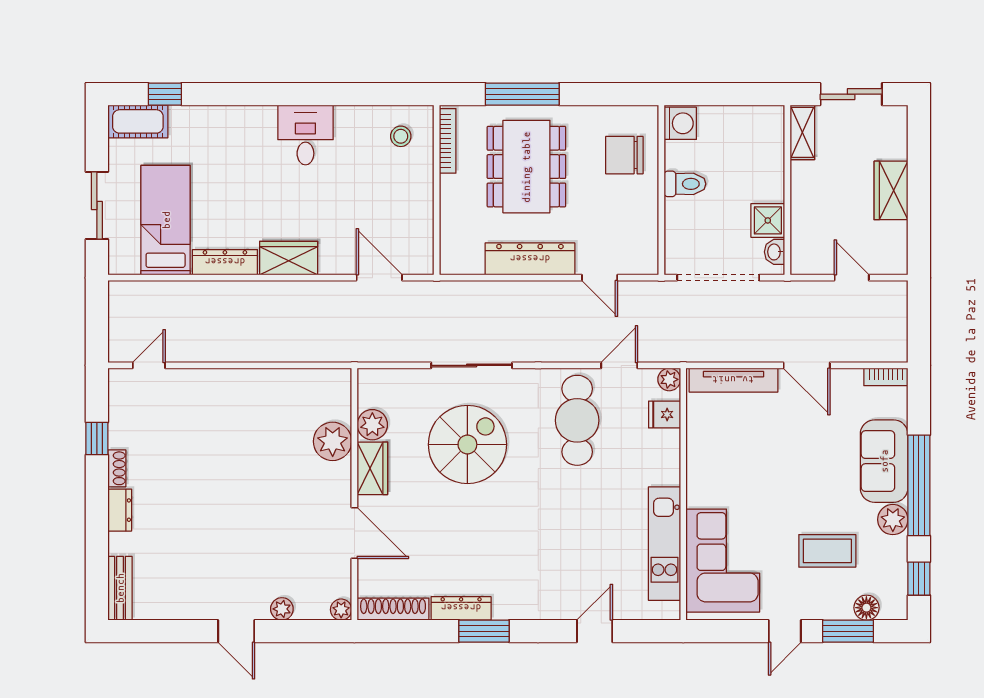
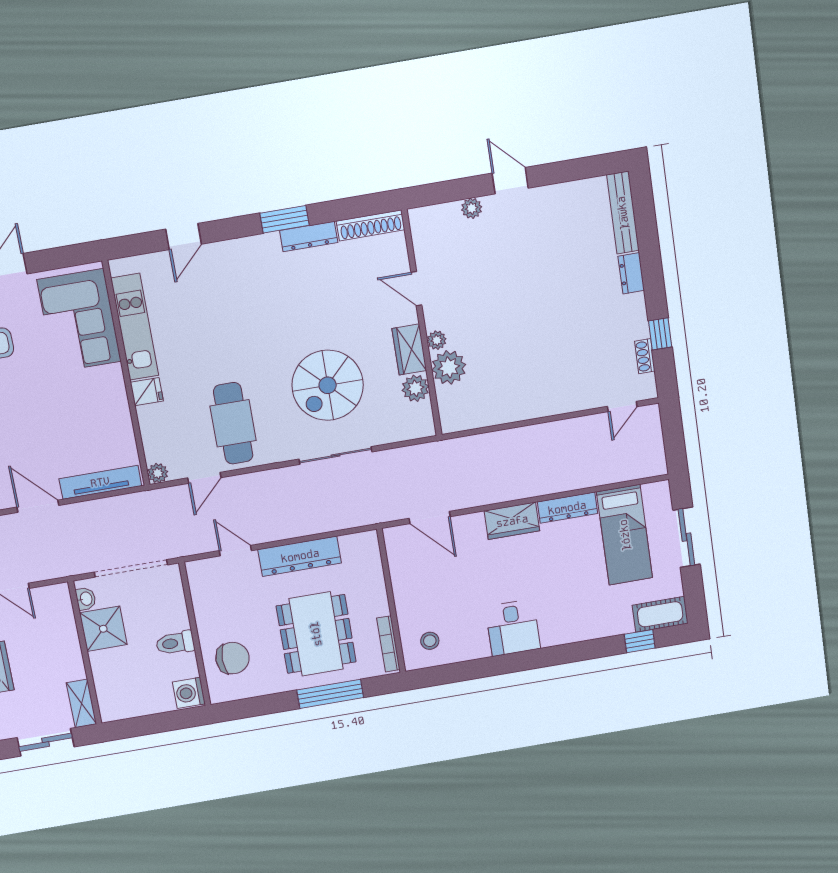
shower: (768, 220) -> (103, 629), width x1.36, depth x1.36
fridge: (665, 414) -> (147, 392), moved
shoe rack: (117, 468) -> (645, 356), moved
door: (354, 533) -> (416, 289), width x0.73
bench: (120, 588) -> (623, 213), width x1.36
plant: (341, 610) -> (437, 340), moved

